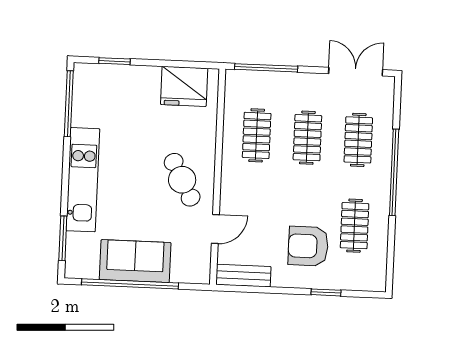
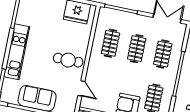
cafe table: (182, 180) -> (68, 60), turned -62
door: (215, 229) -> (81, 88), hinge flipped

